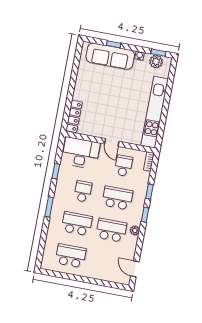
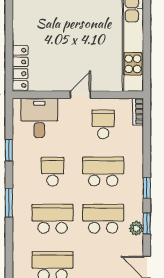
door: (112, 143) -> (80, 95), swing flipped
desk: (81, 153) -> (39, 118), width x0.73
window: (149, 192) -> (147, 223), moved
plant: (135, 230) -> (136, 228), moved

